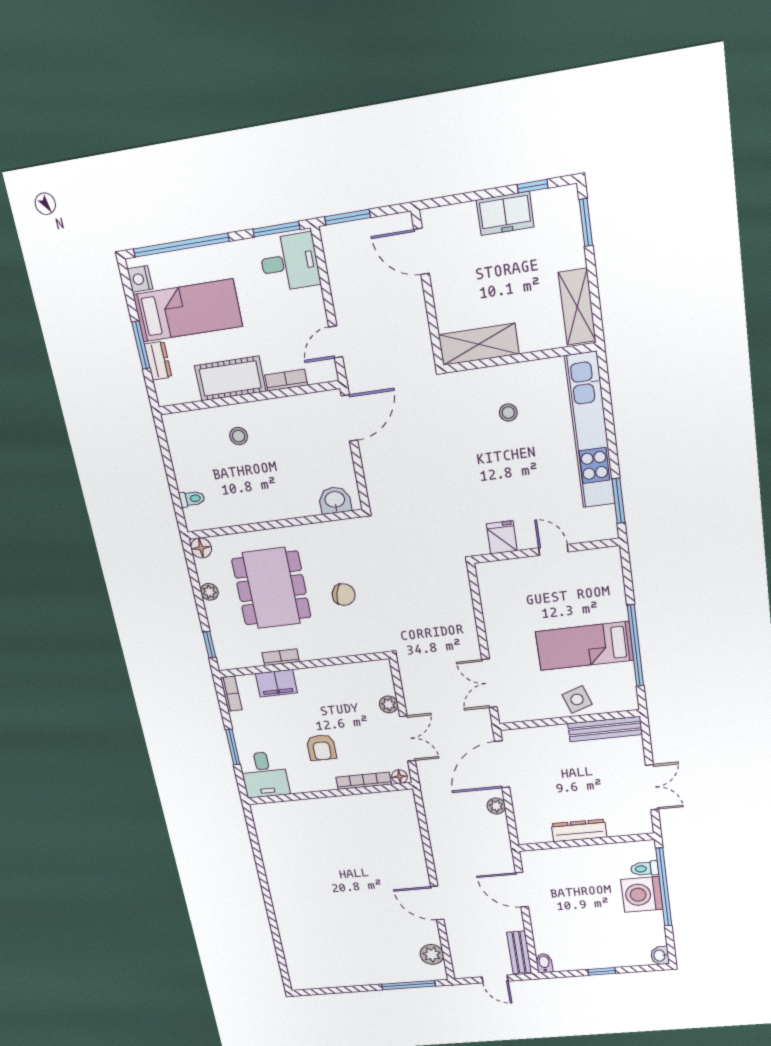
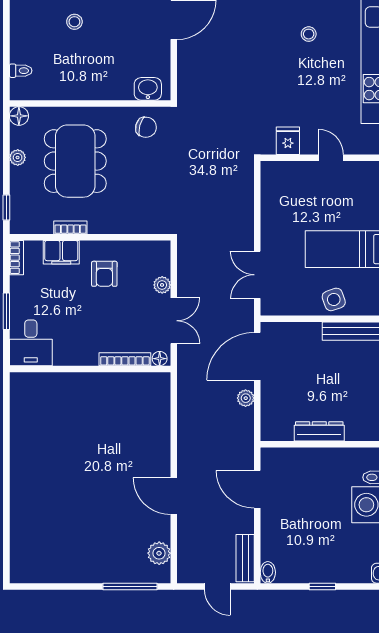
chair: (344, 595) -> (146, 127), moved
armchair: (321, 747) -> (104, 274), moved

